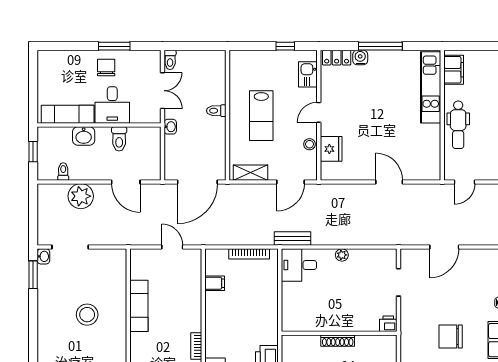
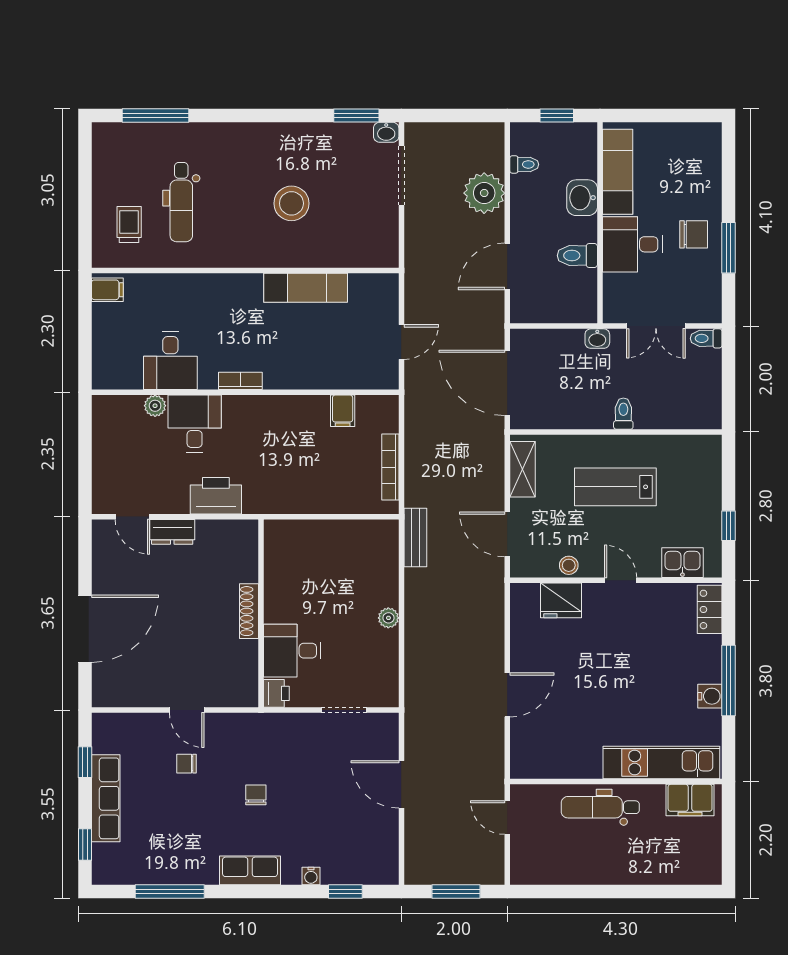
water cooler: (360, 58) -> (710, 696), moved
desk: (299, 265) -> (292, 651), moved, turned -90
chair: (451, 336) -> (256, 795), width x0.54, depth x0.54

